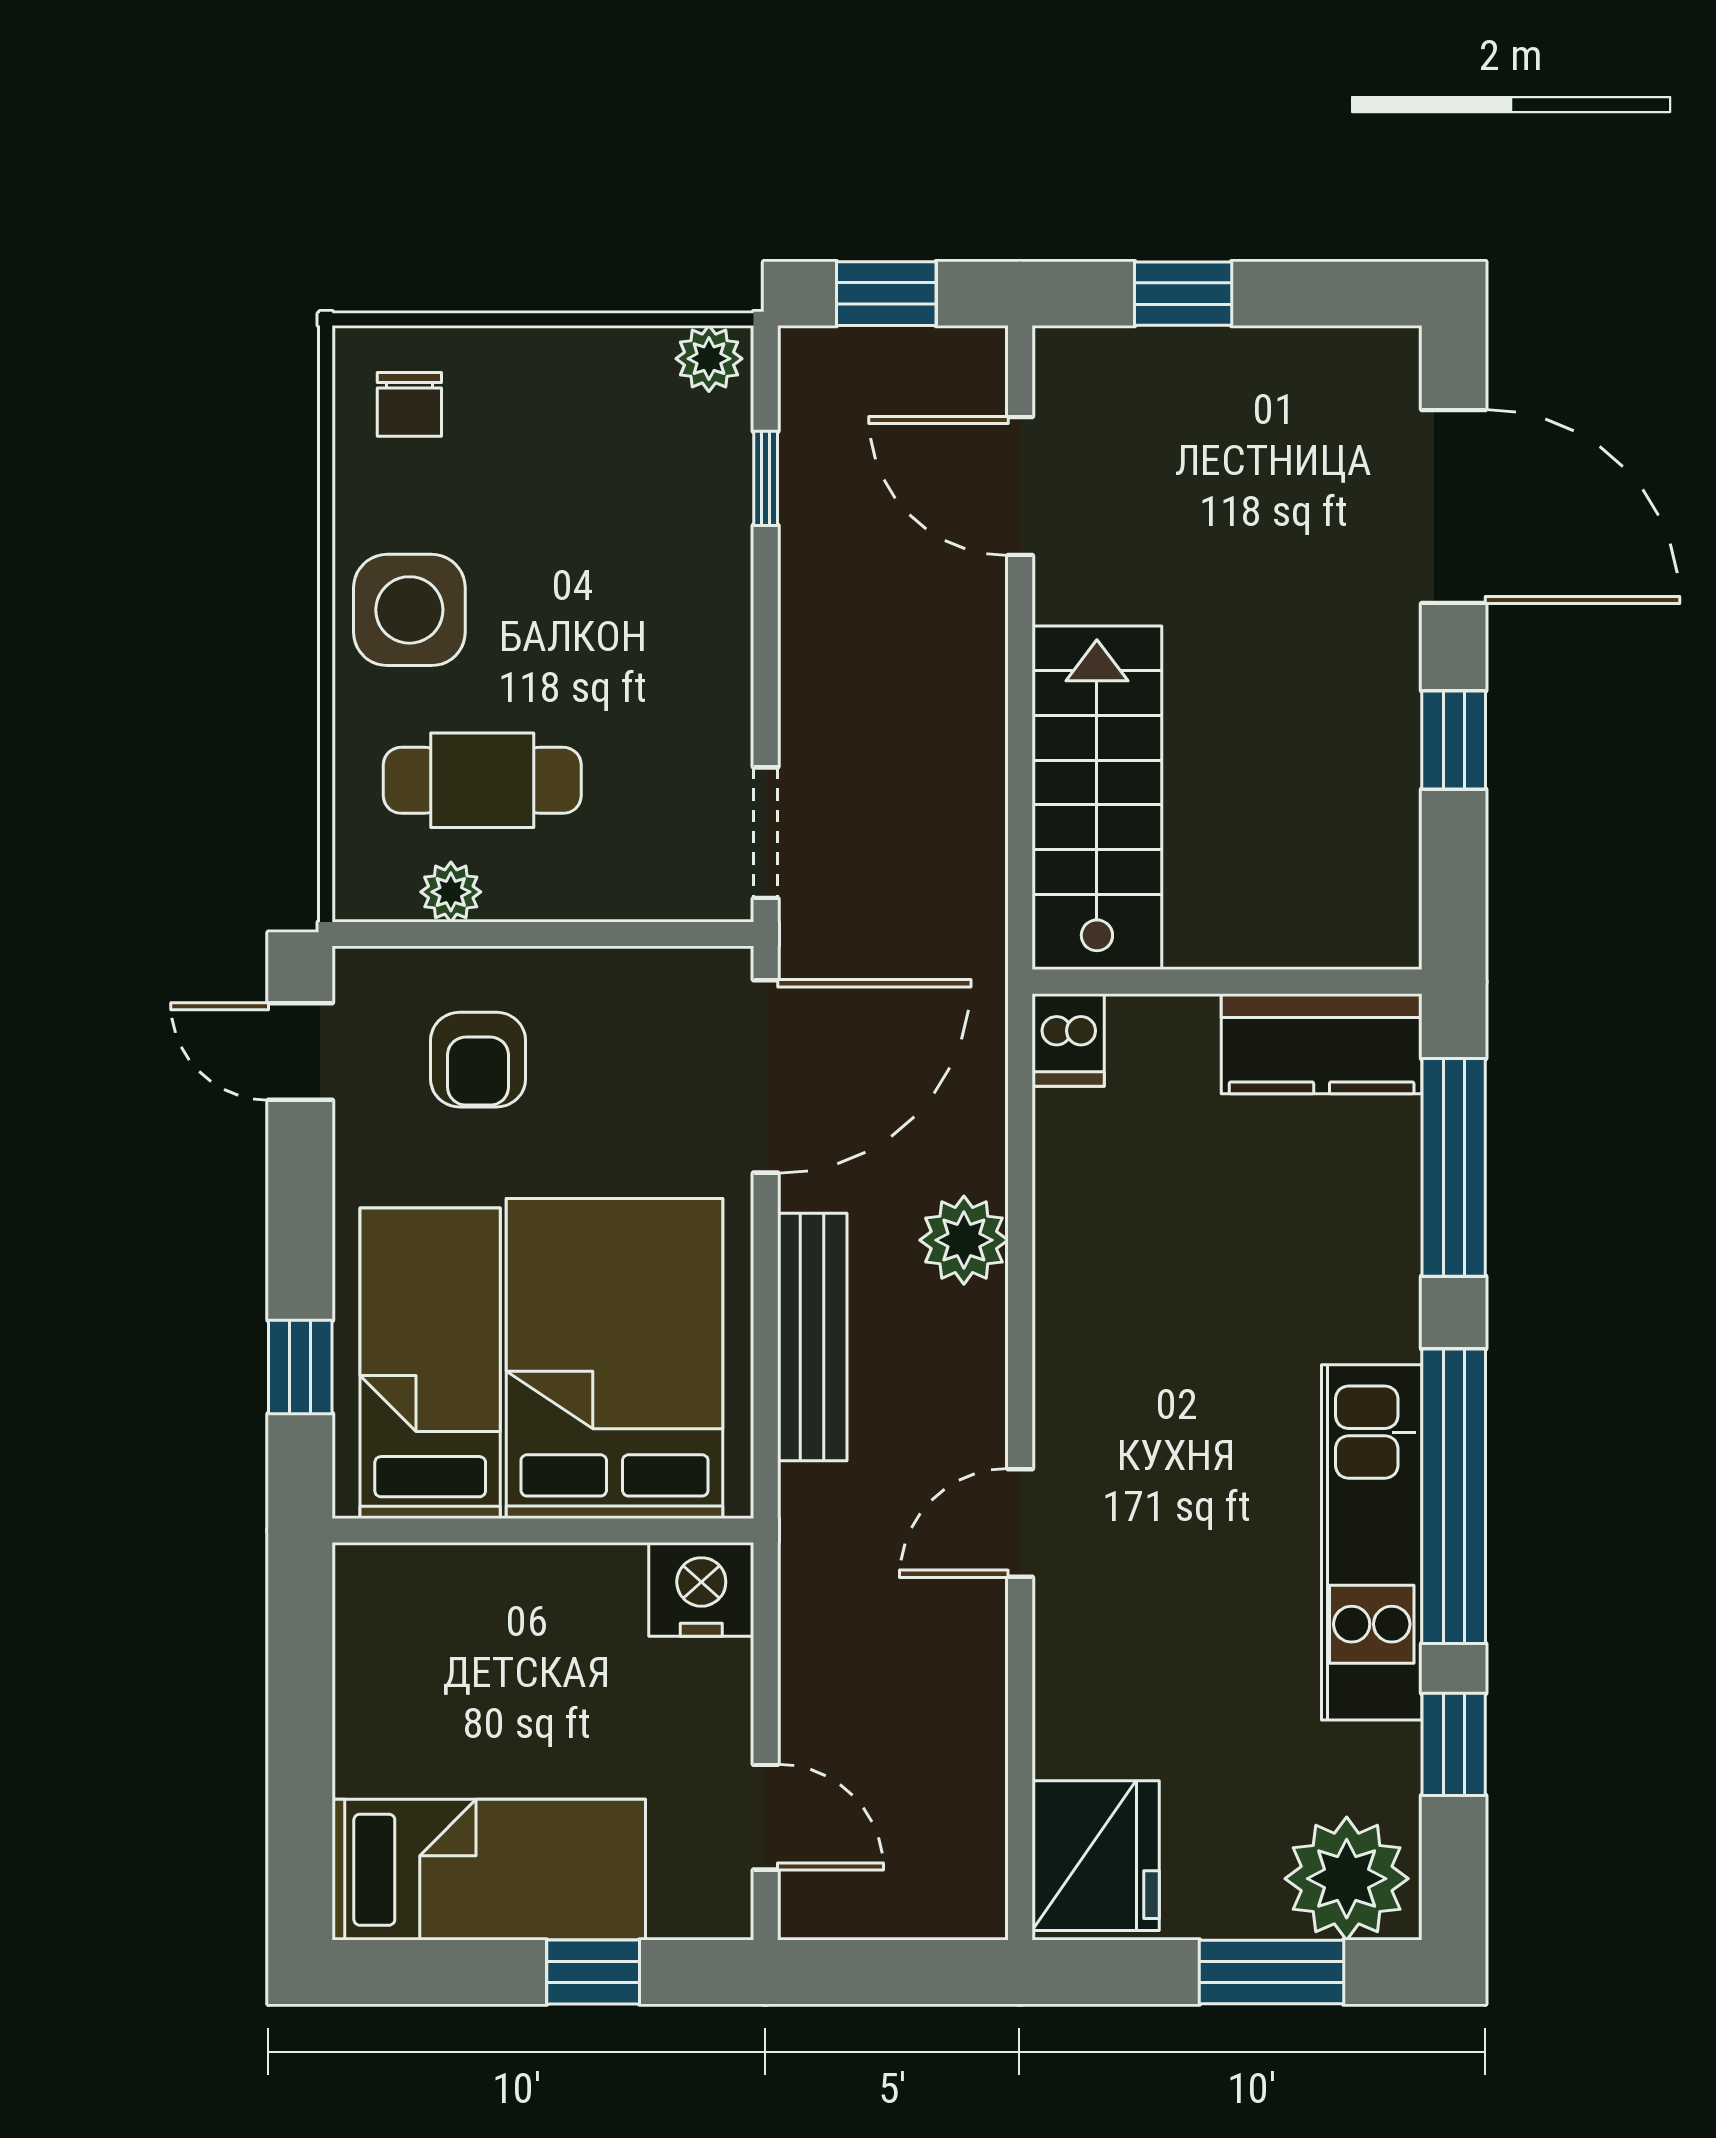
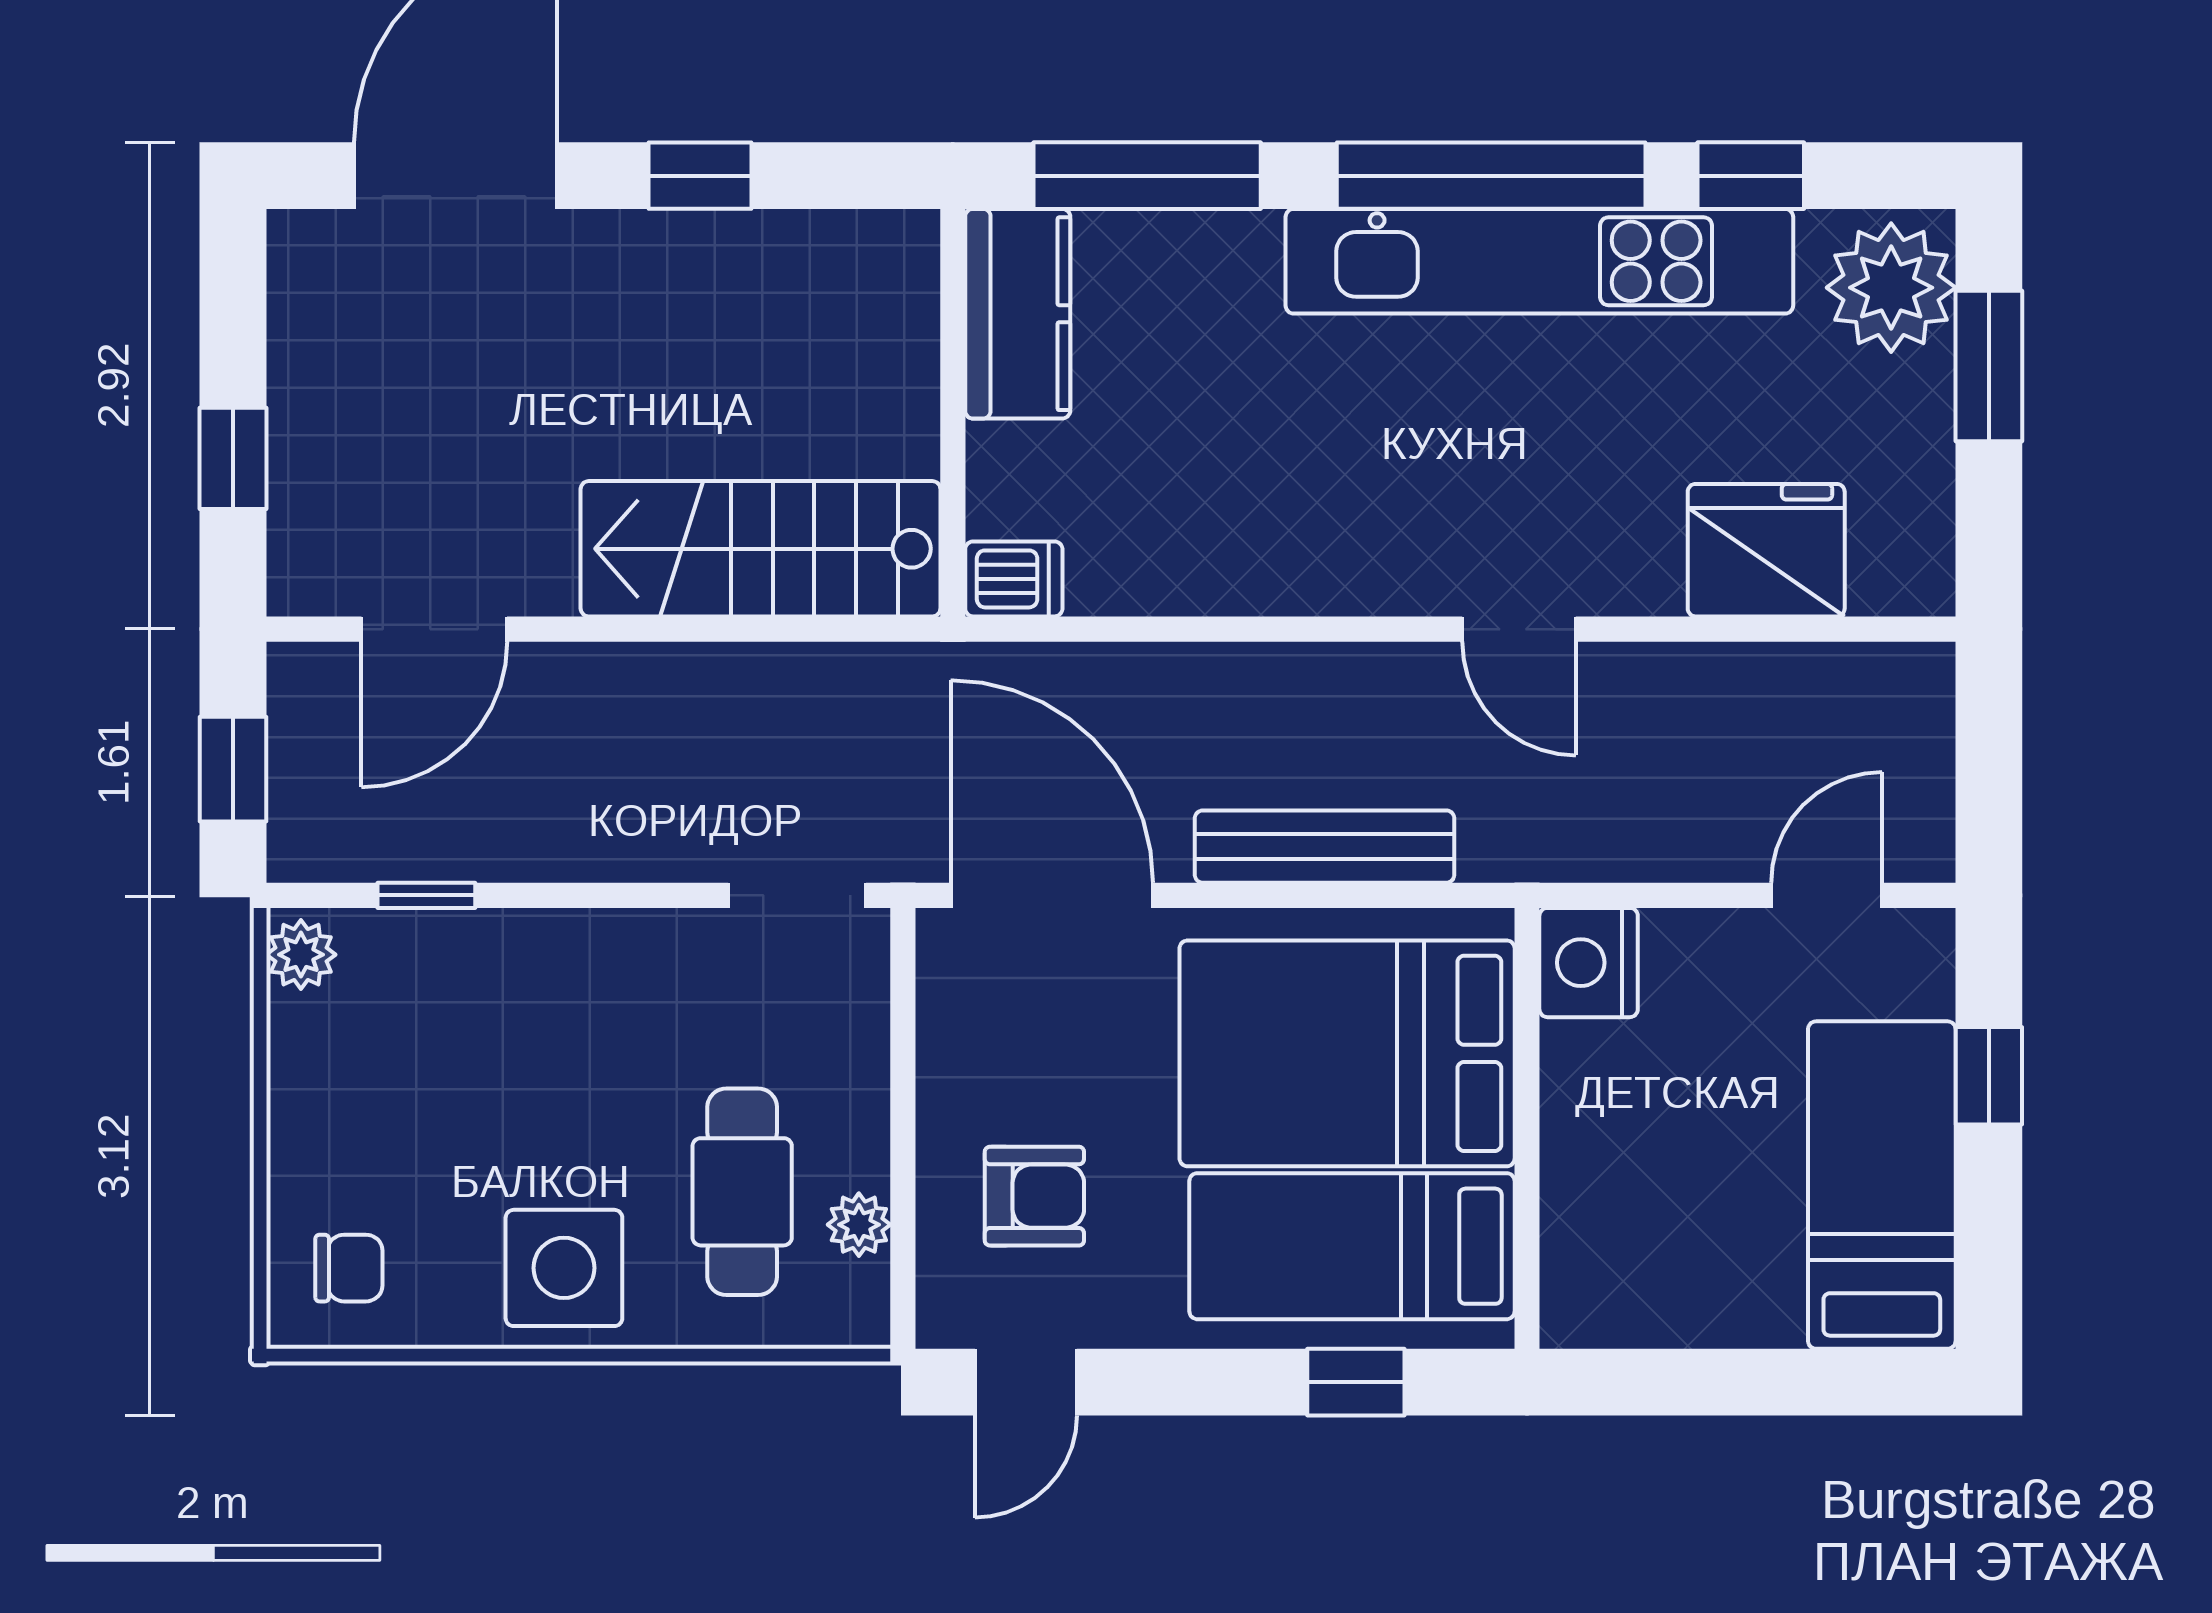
plant: (964, 1240) -> (1223, 688), removed
kitchen unit: (1372, 1542) -> (1539, 261), width x1.36
fridge: (1096, 1856) -> (1766, 550), moved

